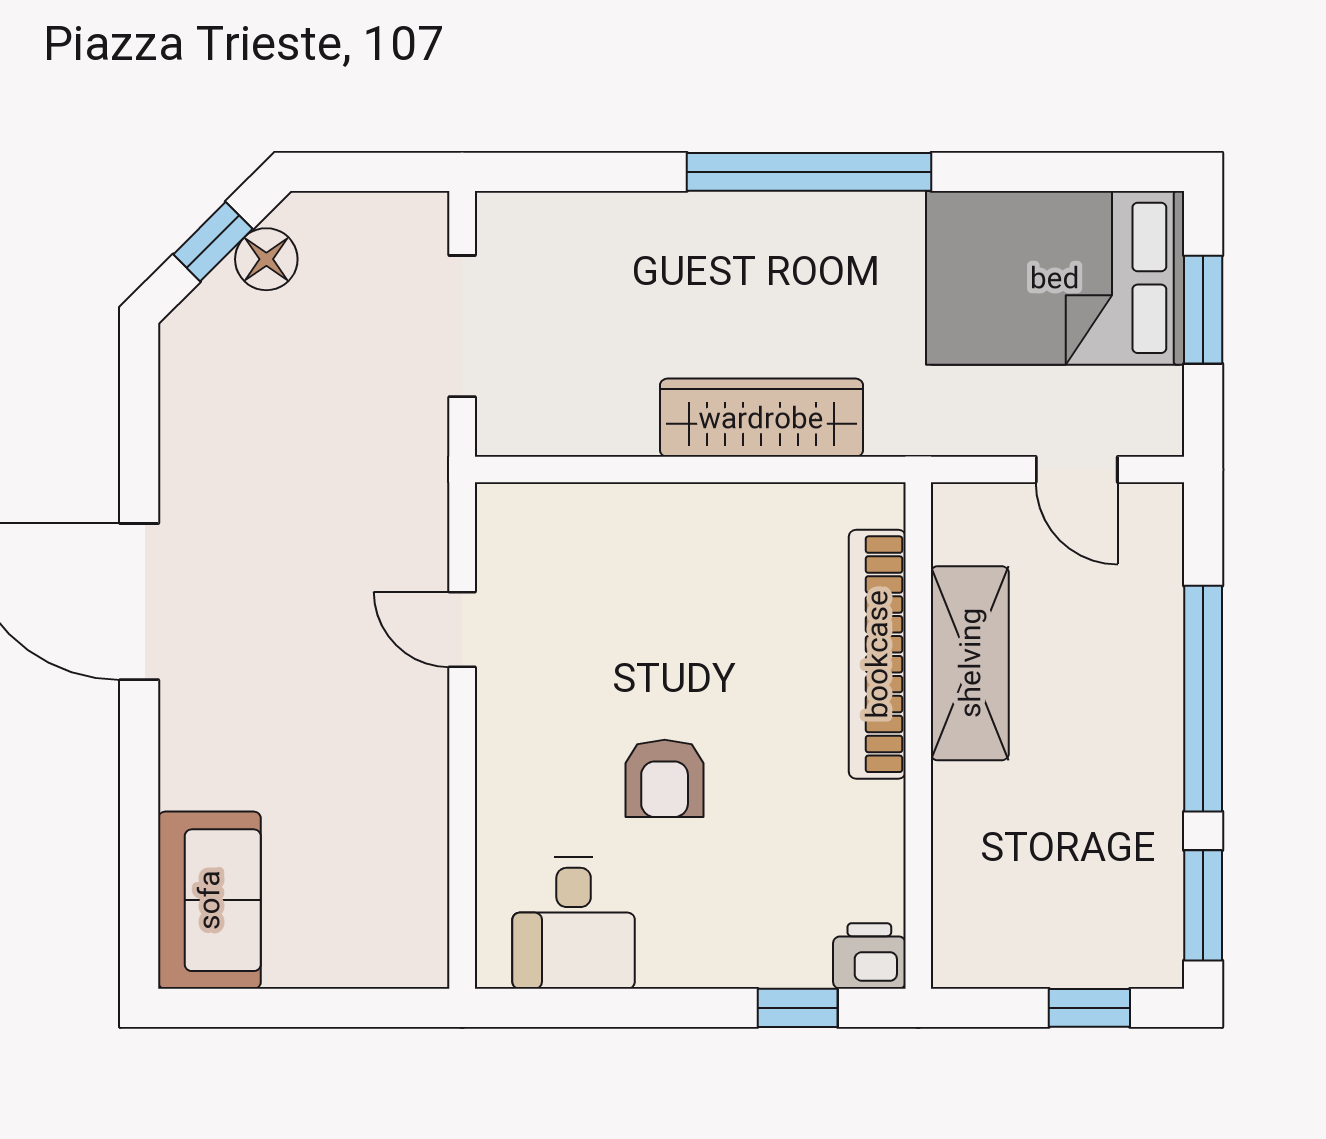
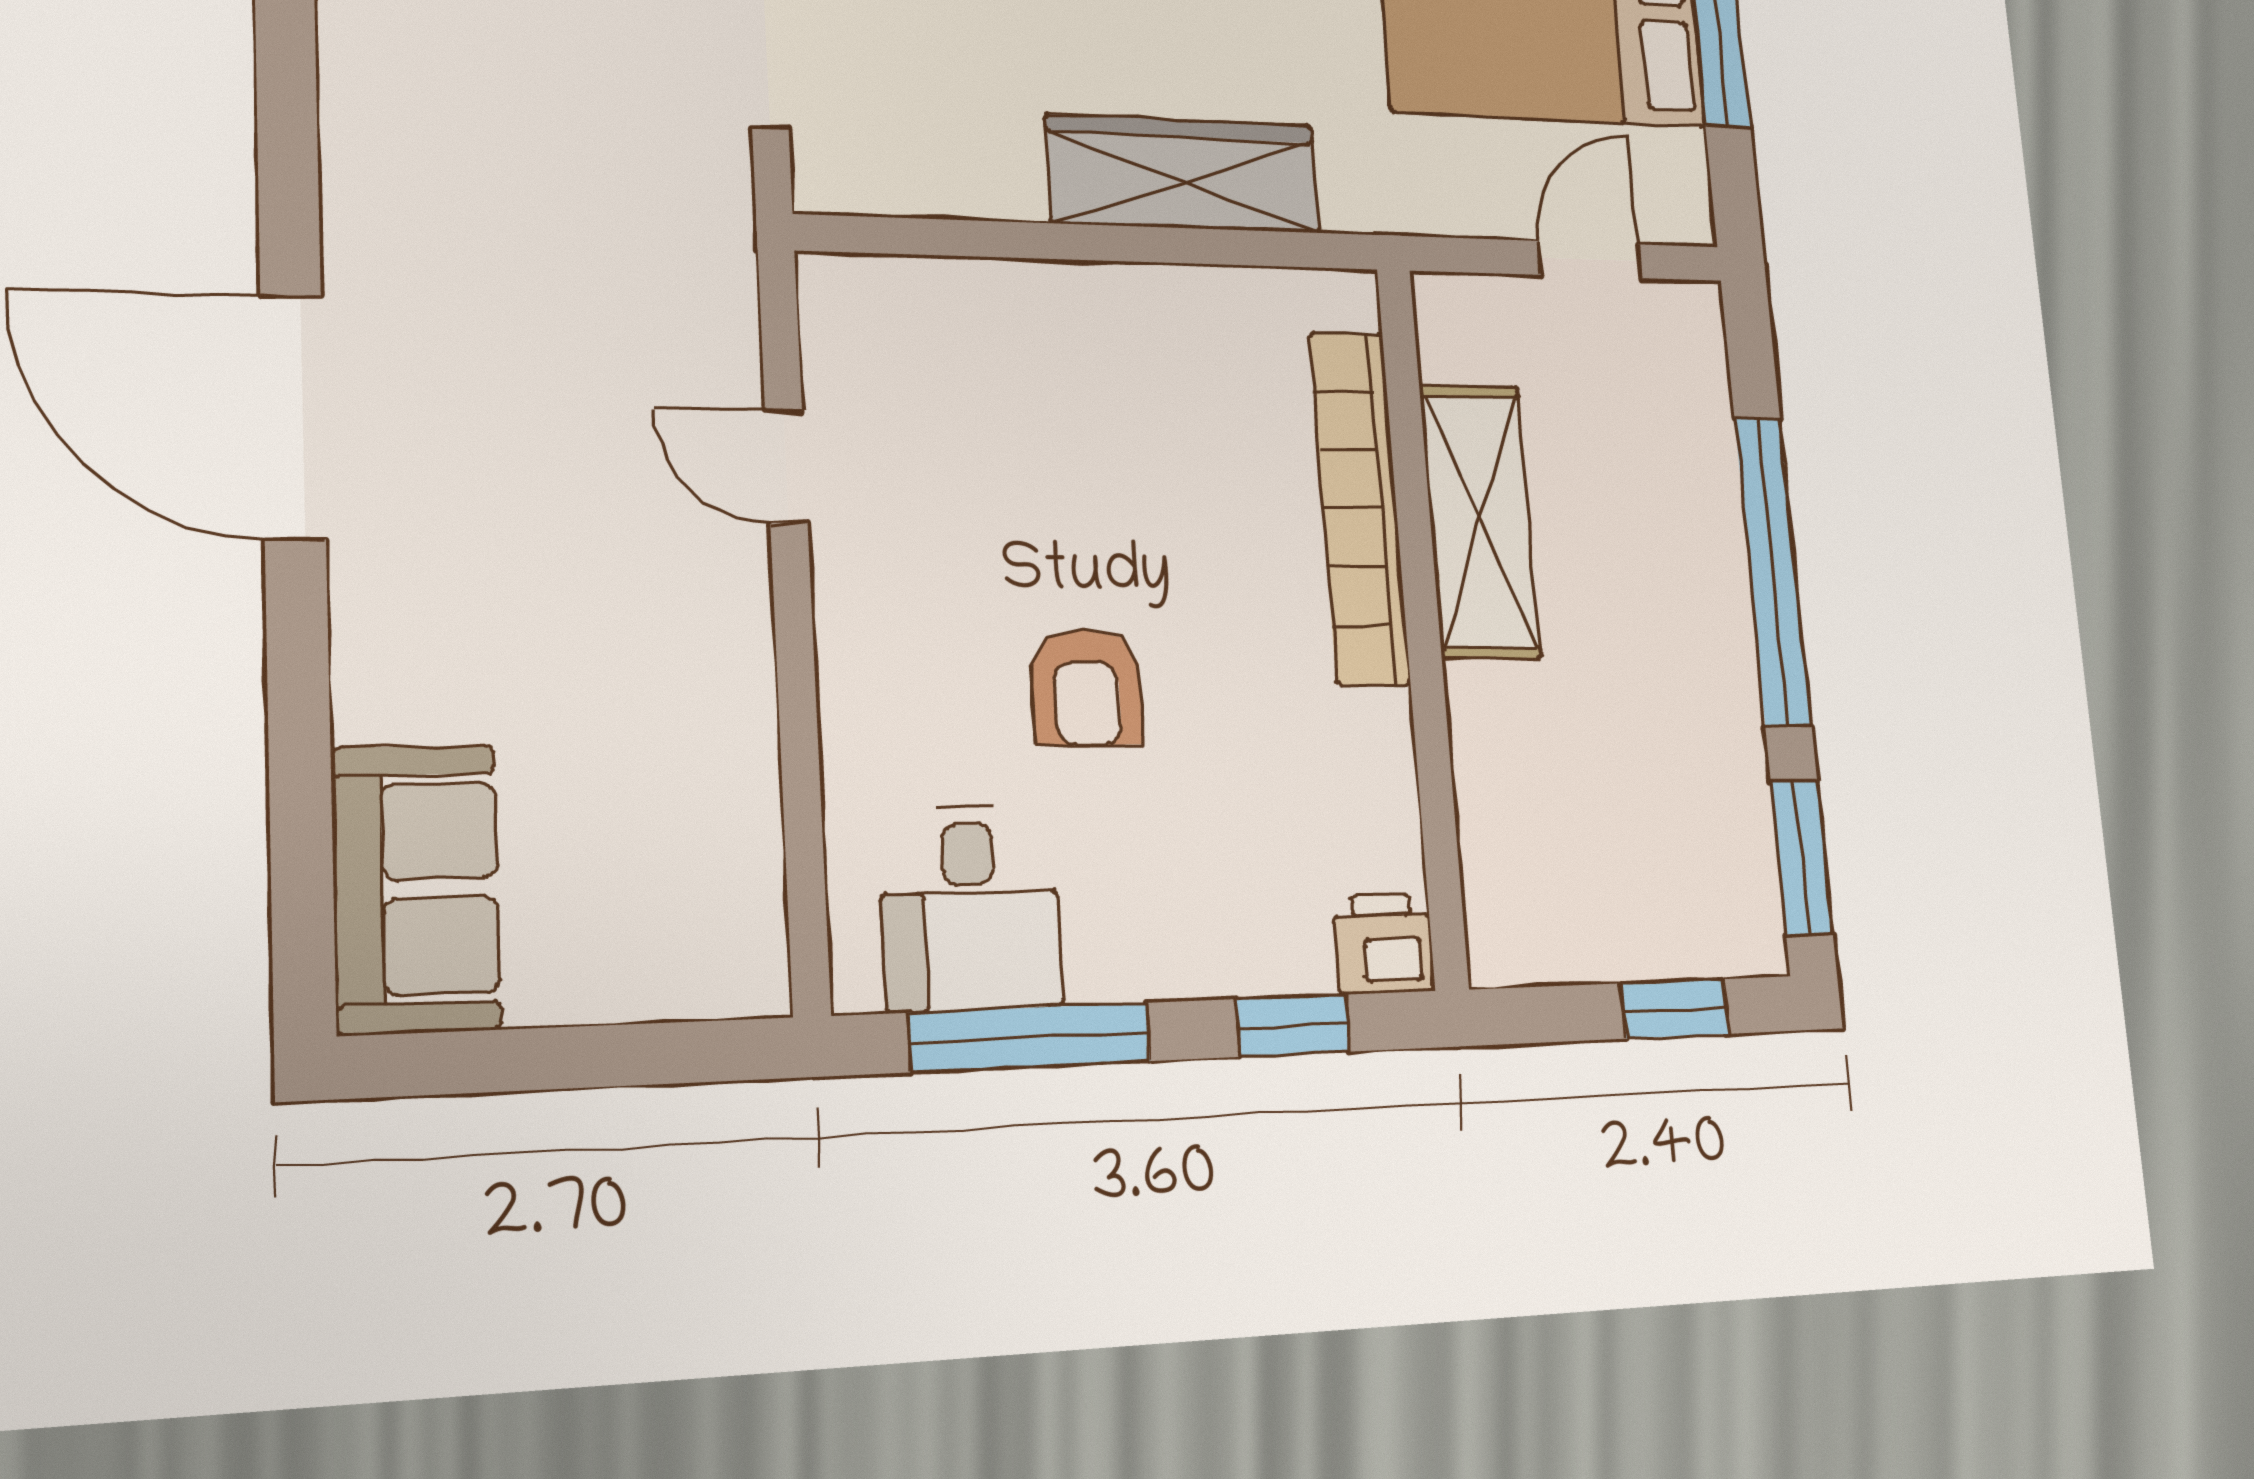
door: (1077, 470) -> (1590, 259), swing flipped
window: (610, 1008) -> (1030, 1037), added

